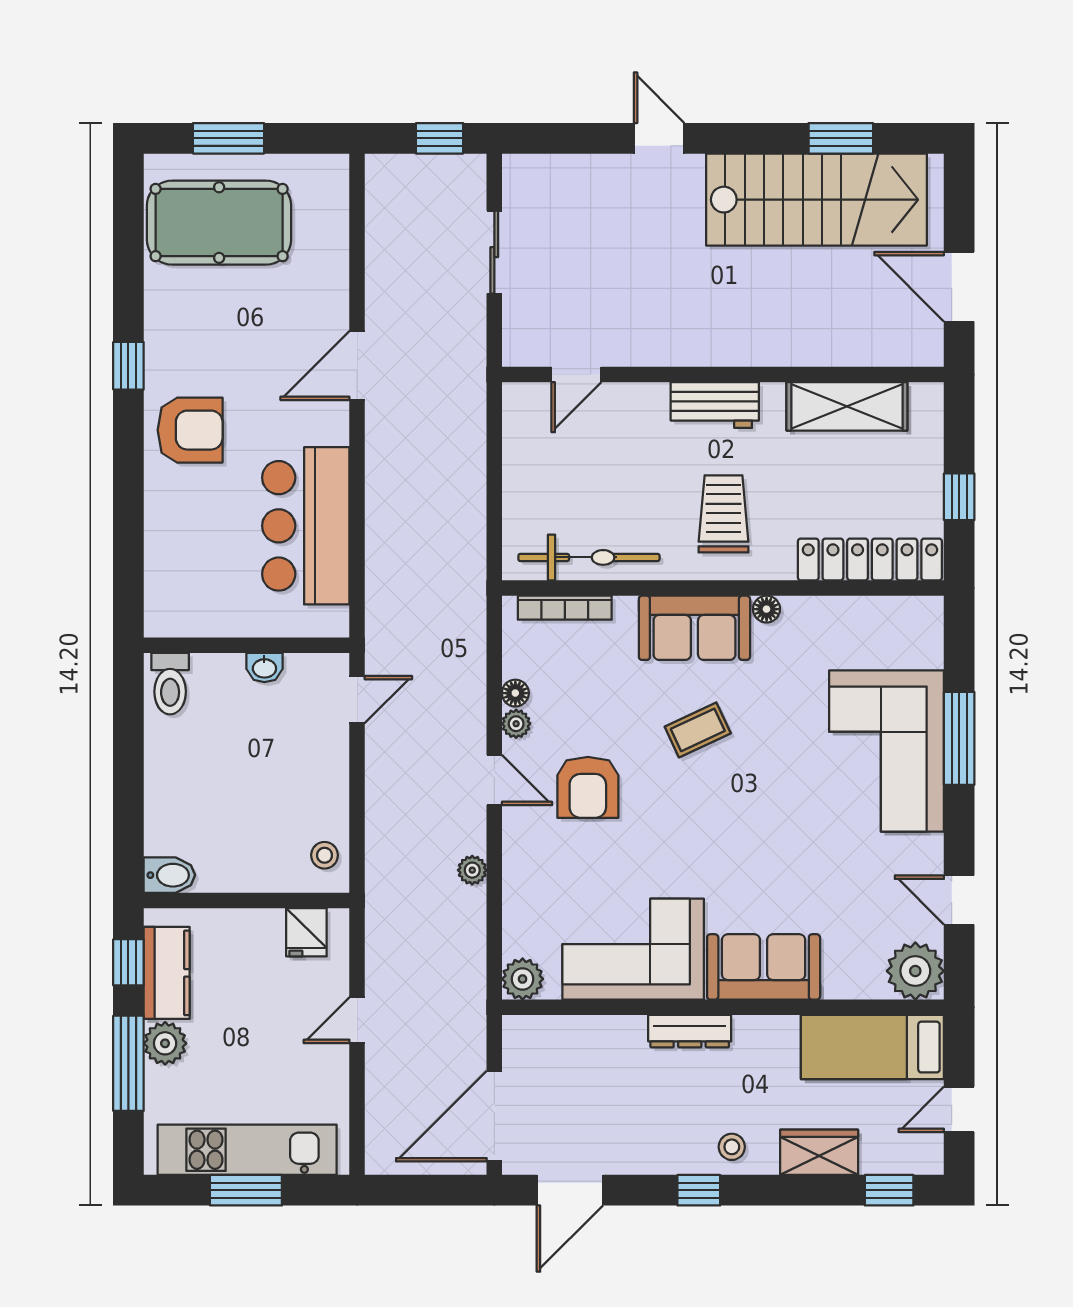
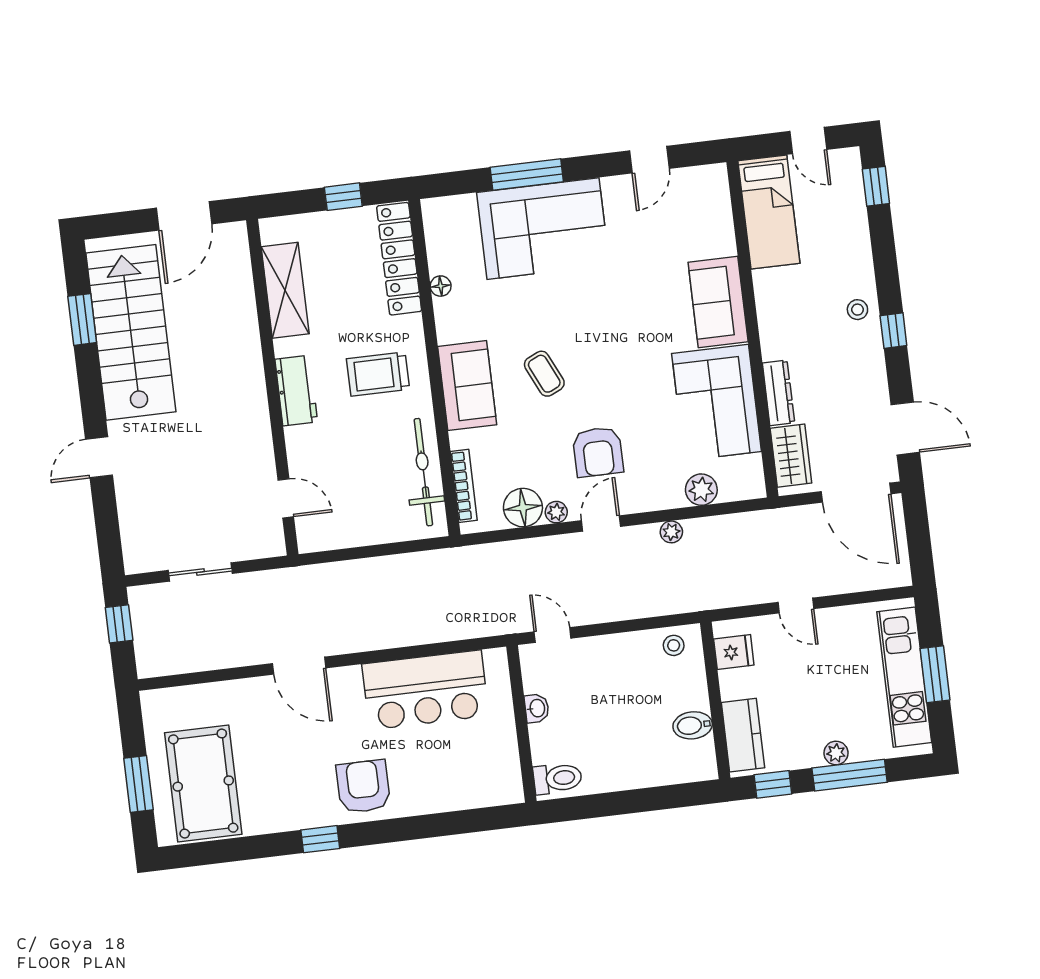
floor lamp: (767, 609) -> (441, 286), moved
floor lamp: (515, 693) -> (523, 508), width x1.89, depth x1.89
armchair: (588, 787) -> (598, 452), turned 90
bidet: (169, 875) -> (693, 725), moved, turned -90
plant: (915, 971) -> (707, 186), removed
kitchen counter: (167, 973) -> (743, 735), moved, turned 90
plant: (523, 979) -> (701, 490), moved
dresser: (690, 1031) -> (778, 393), moved
plant: (165, 1043) -> (836, 753), width x0.73, depth x0.73
wardrobe: (819, 1152) -> (791, 456), moved, turned 180

